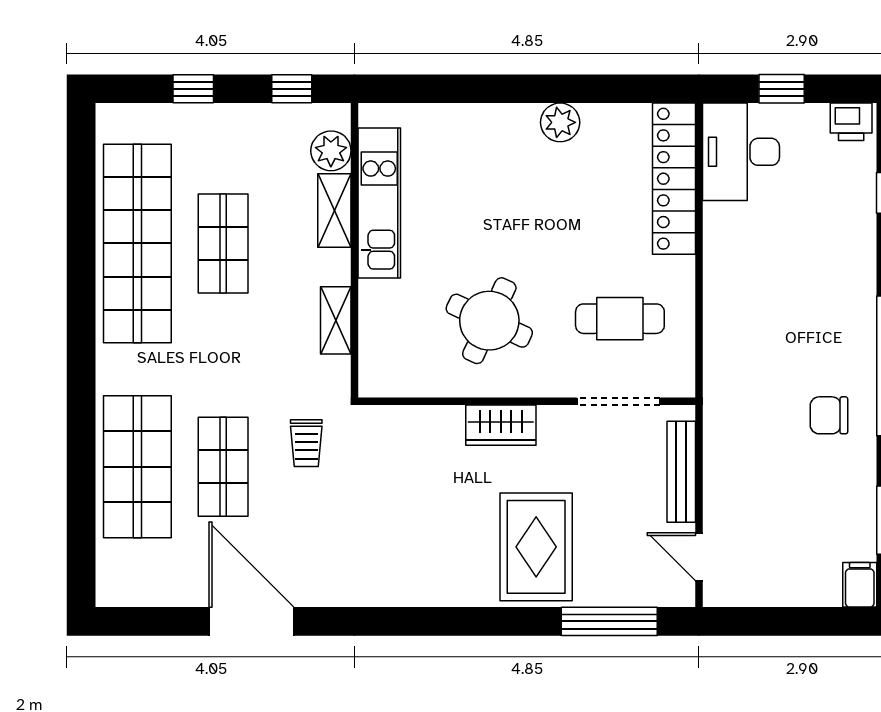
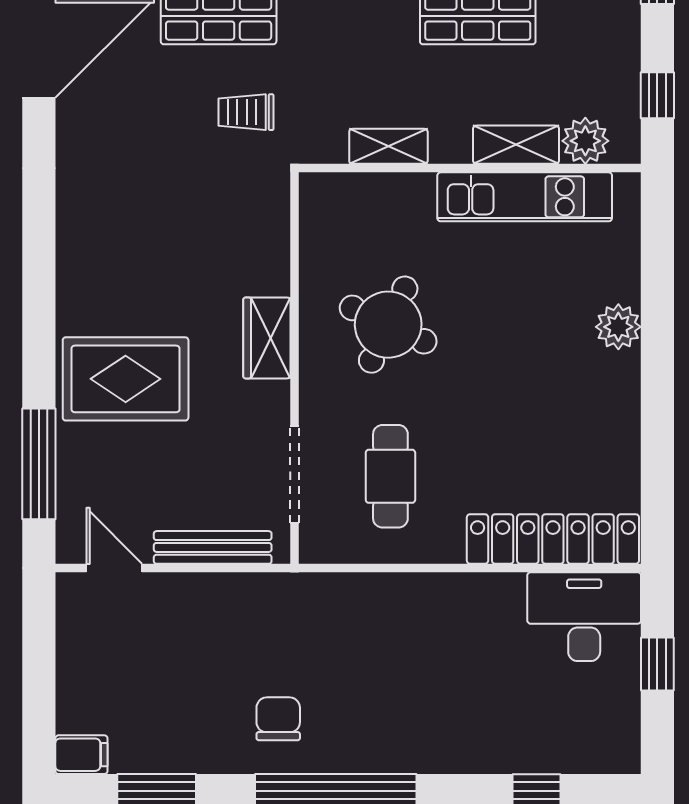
plant: (560, 122) -> (618, 327), moved
printer: (851, 122) -> (619, 745), removed
door: (699, 557) -> (114, 568), hinge flipped

